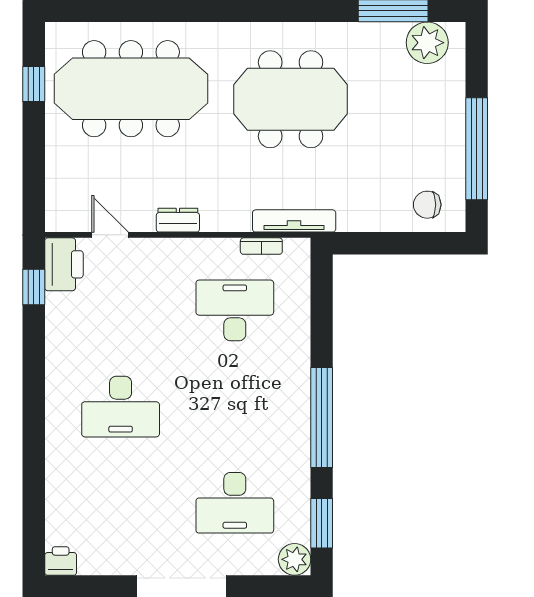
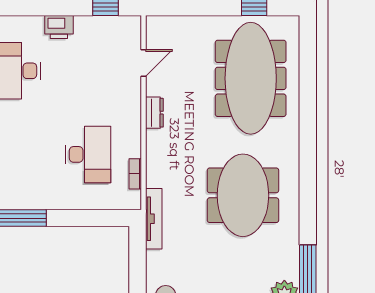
tv unit: (294, 221) -> (154, 219), moved
printer: (64, 264) -> (59, 27), moved, width x0.73, depth x0.84

